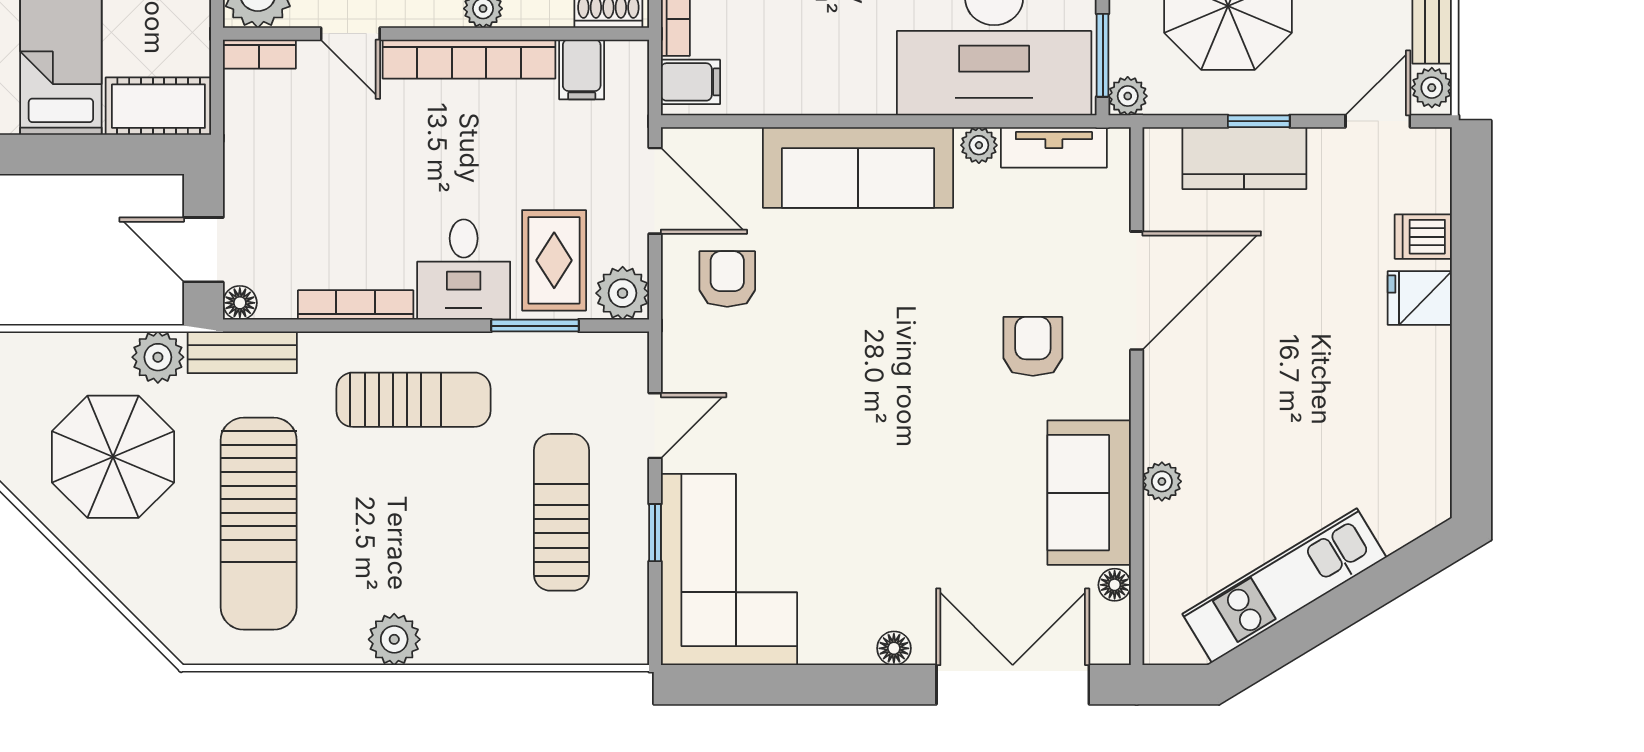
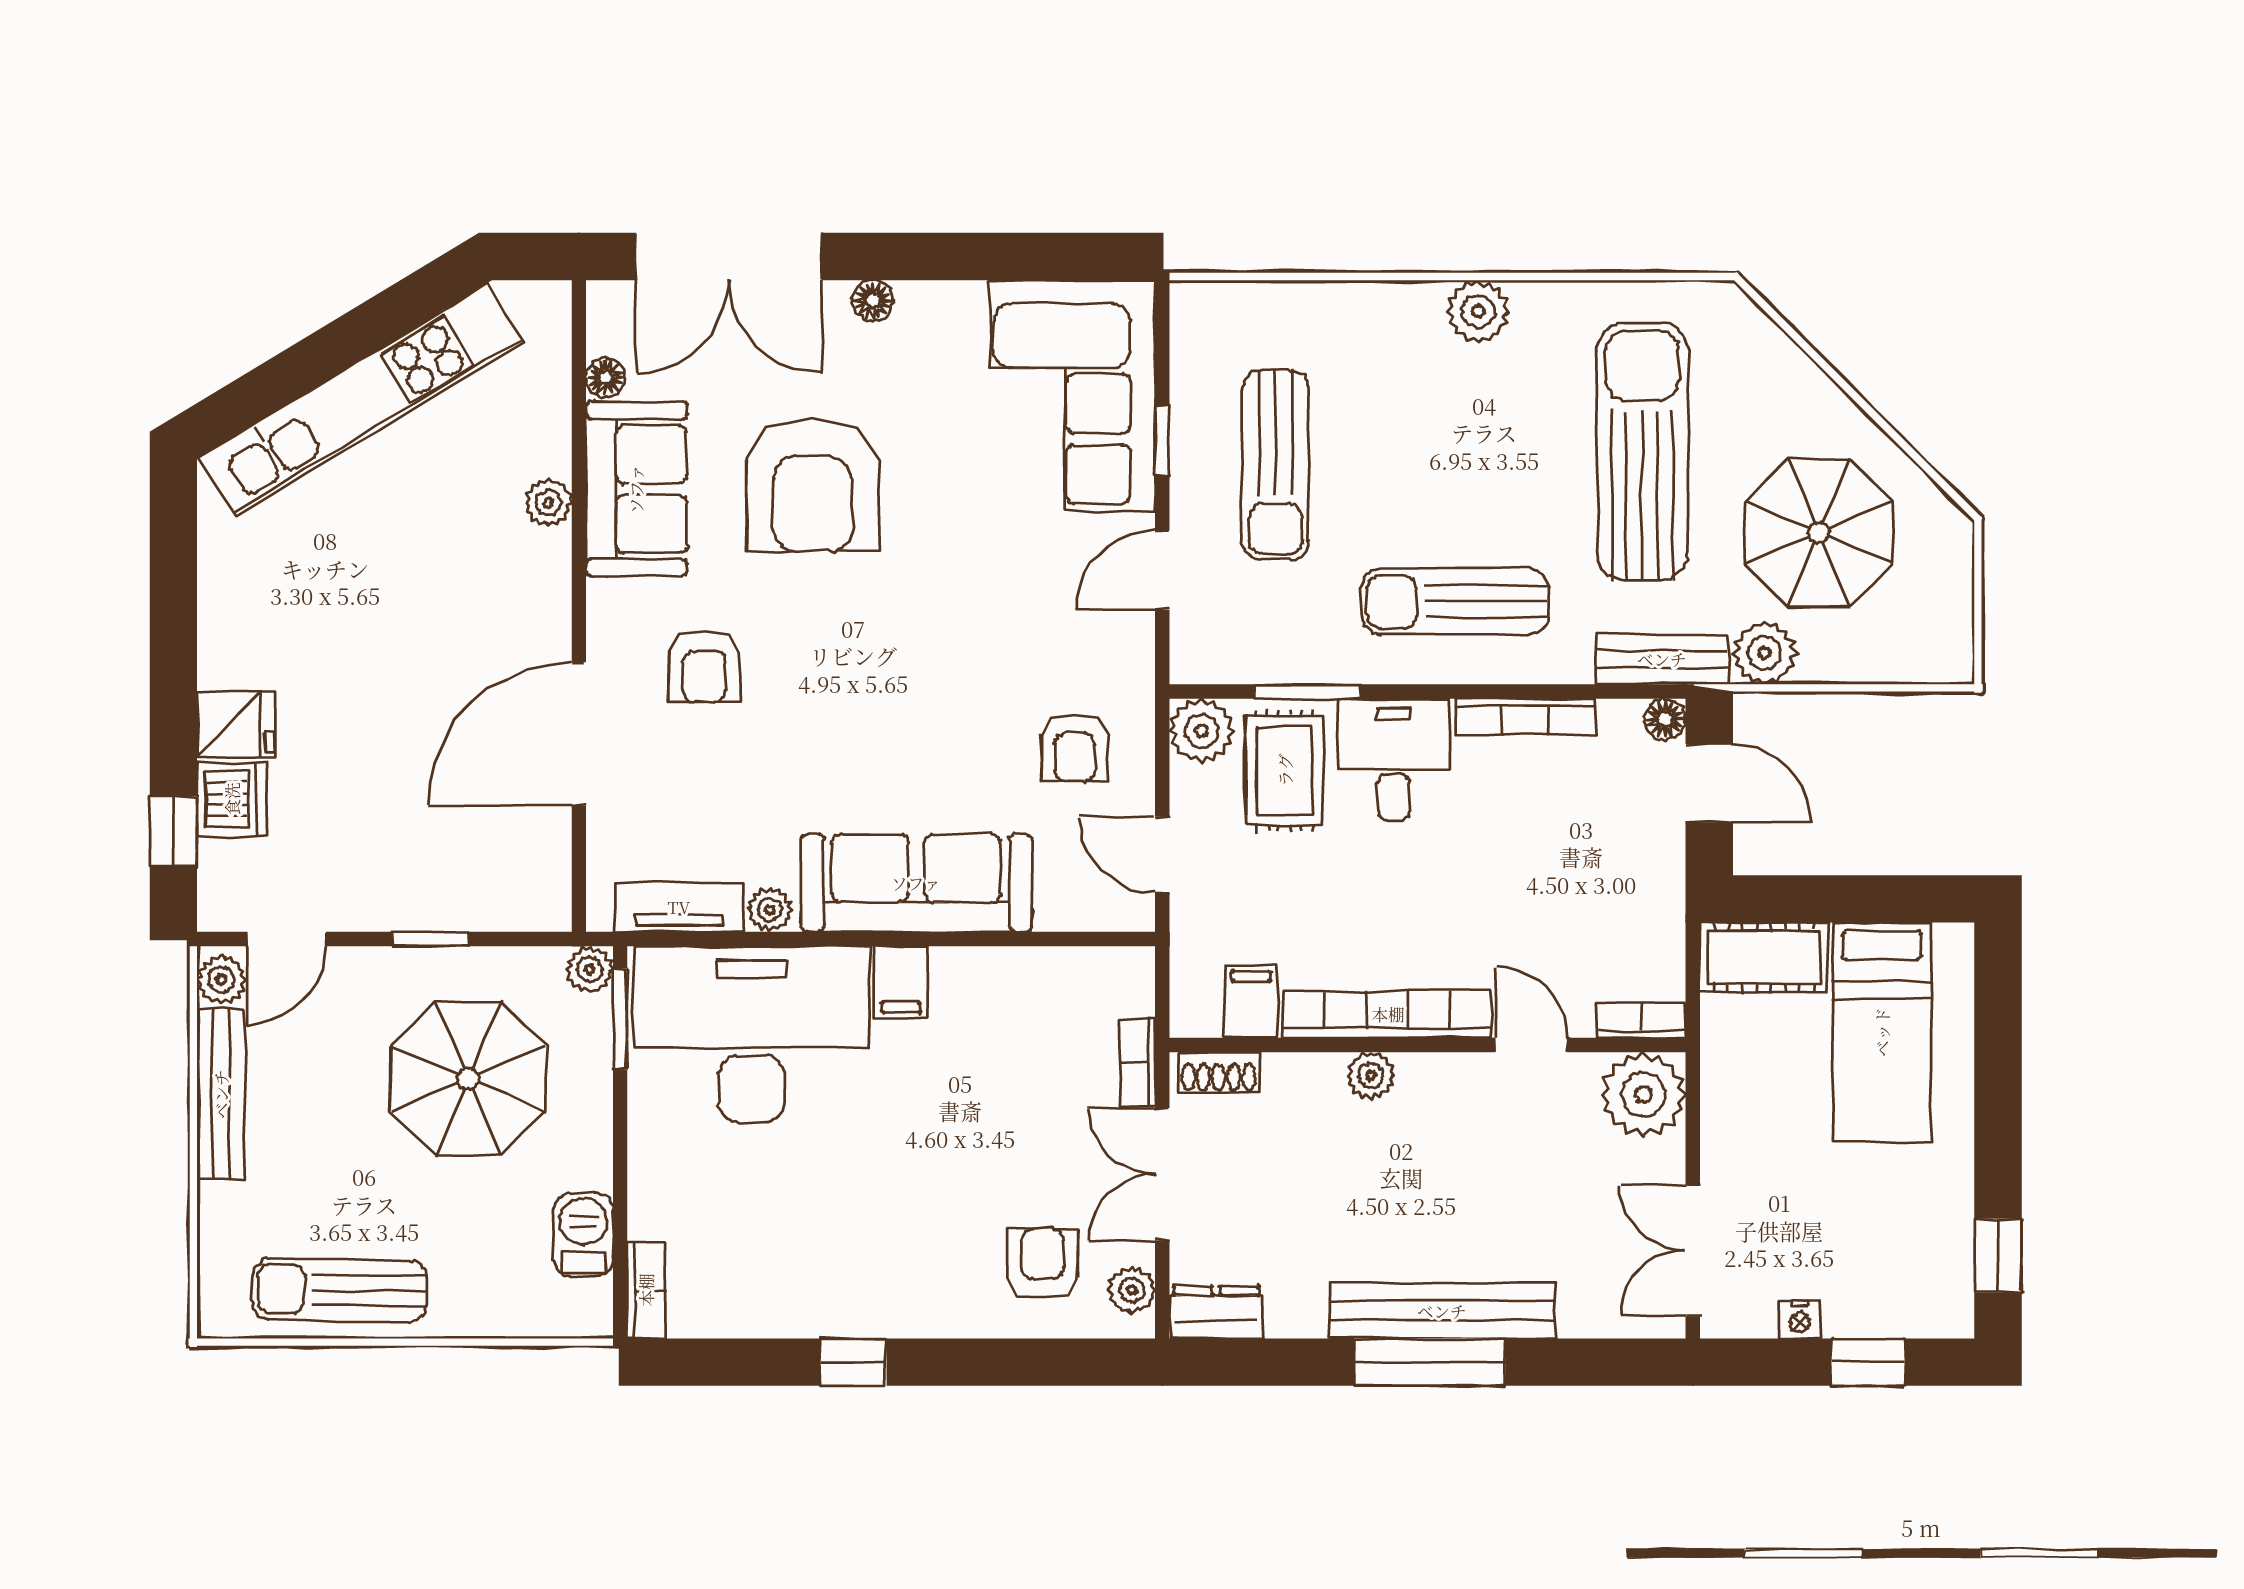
filing cabinet: (690, 82) -> (901, 982), moved, turned -90
kitchen counter: (1244, 158) -> (448, 894), removed
door: (655, 191) -> (1162, 855), width x0.73
window: (1471, 210) -> (173, 831), added
dishwasher: (1423, 237) -> (232, 799), width x1.38
armchair: (944, 495) -> (813, 486), added
kitchen unit: (1284, 586) -> (361, 400), width x1.36

